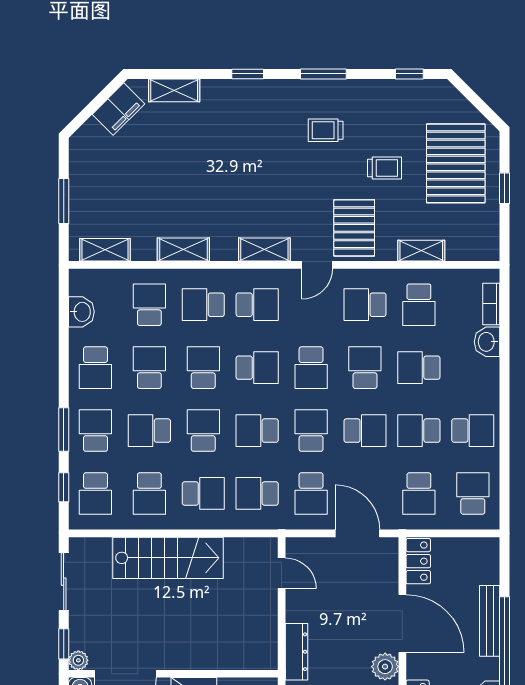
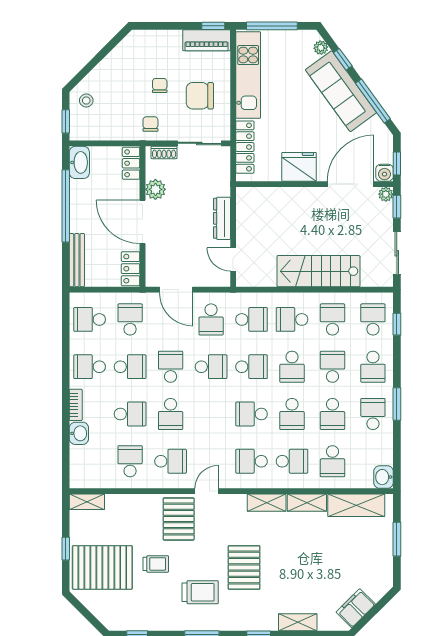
shelving: (174, 90) -> (298, 622), moved
trolley: (326, 130) -> (200, 592), width x1.36, depth x1.39
pallet: (267, 163) -> (244, 567), added
pallet: (456, 163) -> (102, 567), turned 90
trolley: (385, 168) -> (156, 564), turned 180
shelving: (105, 250) -> (356, 505), width x1.50, depth x1.33
shelving: (264, 250) -> (267, 503), moved
shelving: (421, 251) -> (87, 502), moved
bookcase: (491, 304) -> (76, 405), moved
washbasin: (81, 312) -> (384, 477), moved
school desk: (311, 368) -> (211, 414), removed
window: (64, 430) -> (397, 404), moved
school desk: (149, 431) -> (332, 367), turned -90
school desk: (311, 431) -> (211, 367), turned -90
school desk: (365, 431) -> (171, 367), turned 90
school desk: (311, 493) -> (211, 319), turned 180
school desk: (473, 493) -> (90, 319), turned 90
bench: (490, 621) -> (77, 260), moved
dresser: (296, 652) -> (222, 218), moved

